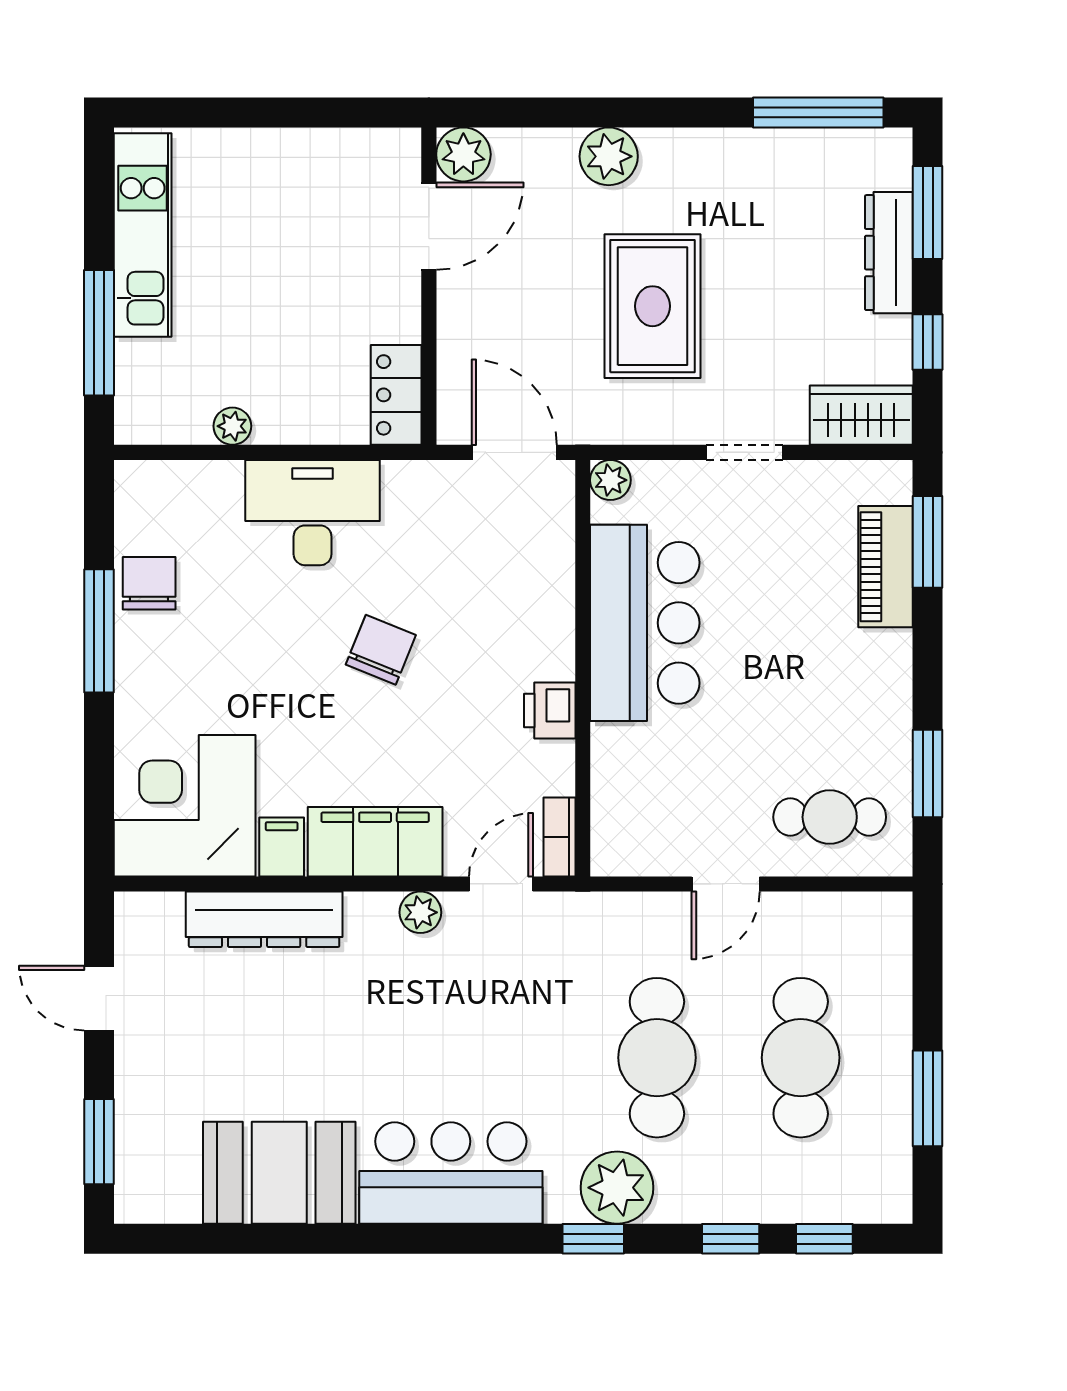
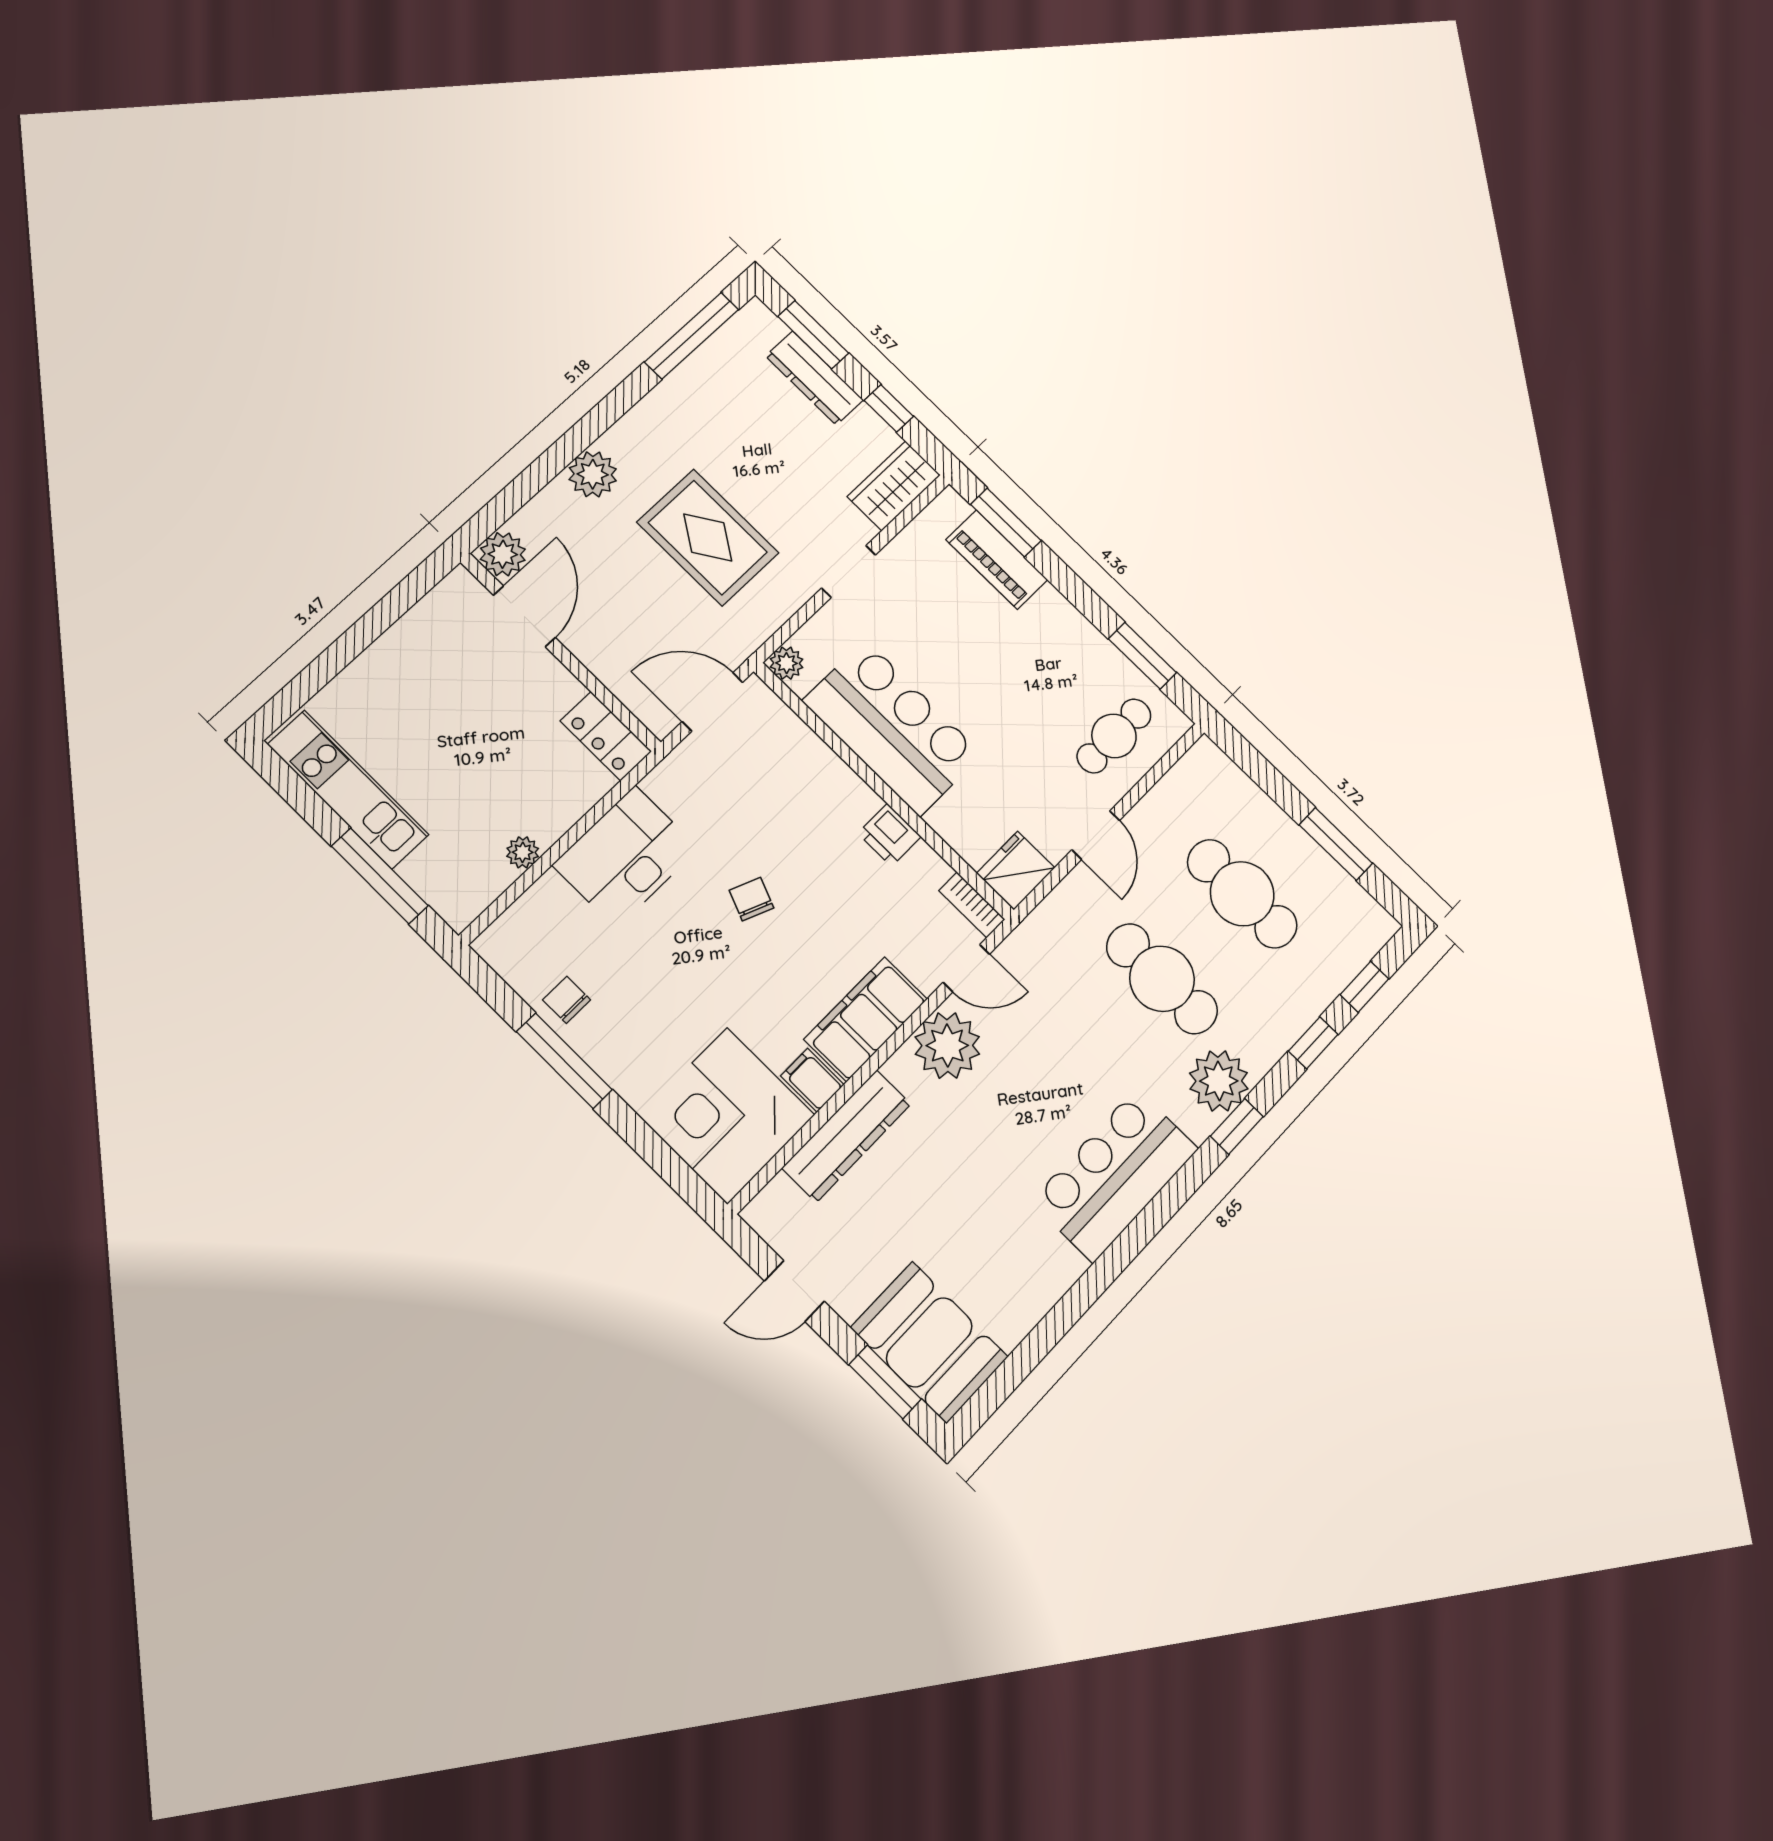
chair: (149, 583) -> (567, 1000), width x0.73, depth x0.73
chair: (381, 650) -> (751, 899), width x0.73, depth x0.73
fridge: (626, 846) -> (1016, 871), added
door: (501, 884) -> (966, 968), swing flipped
plant: (420, 912) -> (947, 1046), width x1.87, depth x1.87
booth: (279, 1173) -> (929, 1342), moved, turned 90

